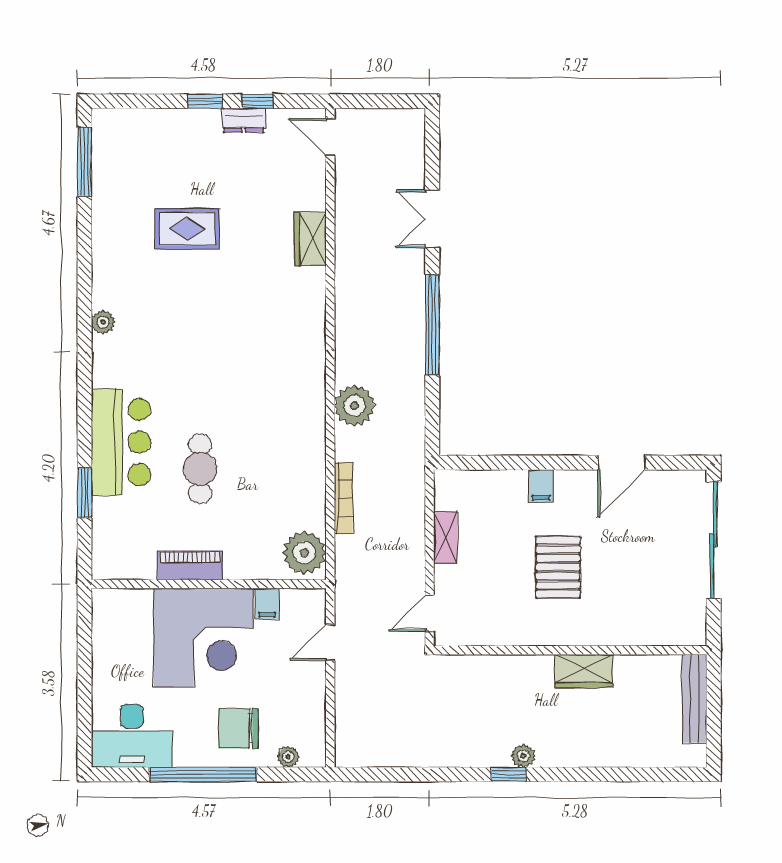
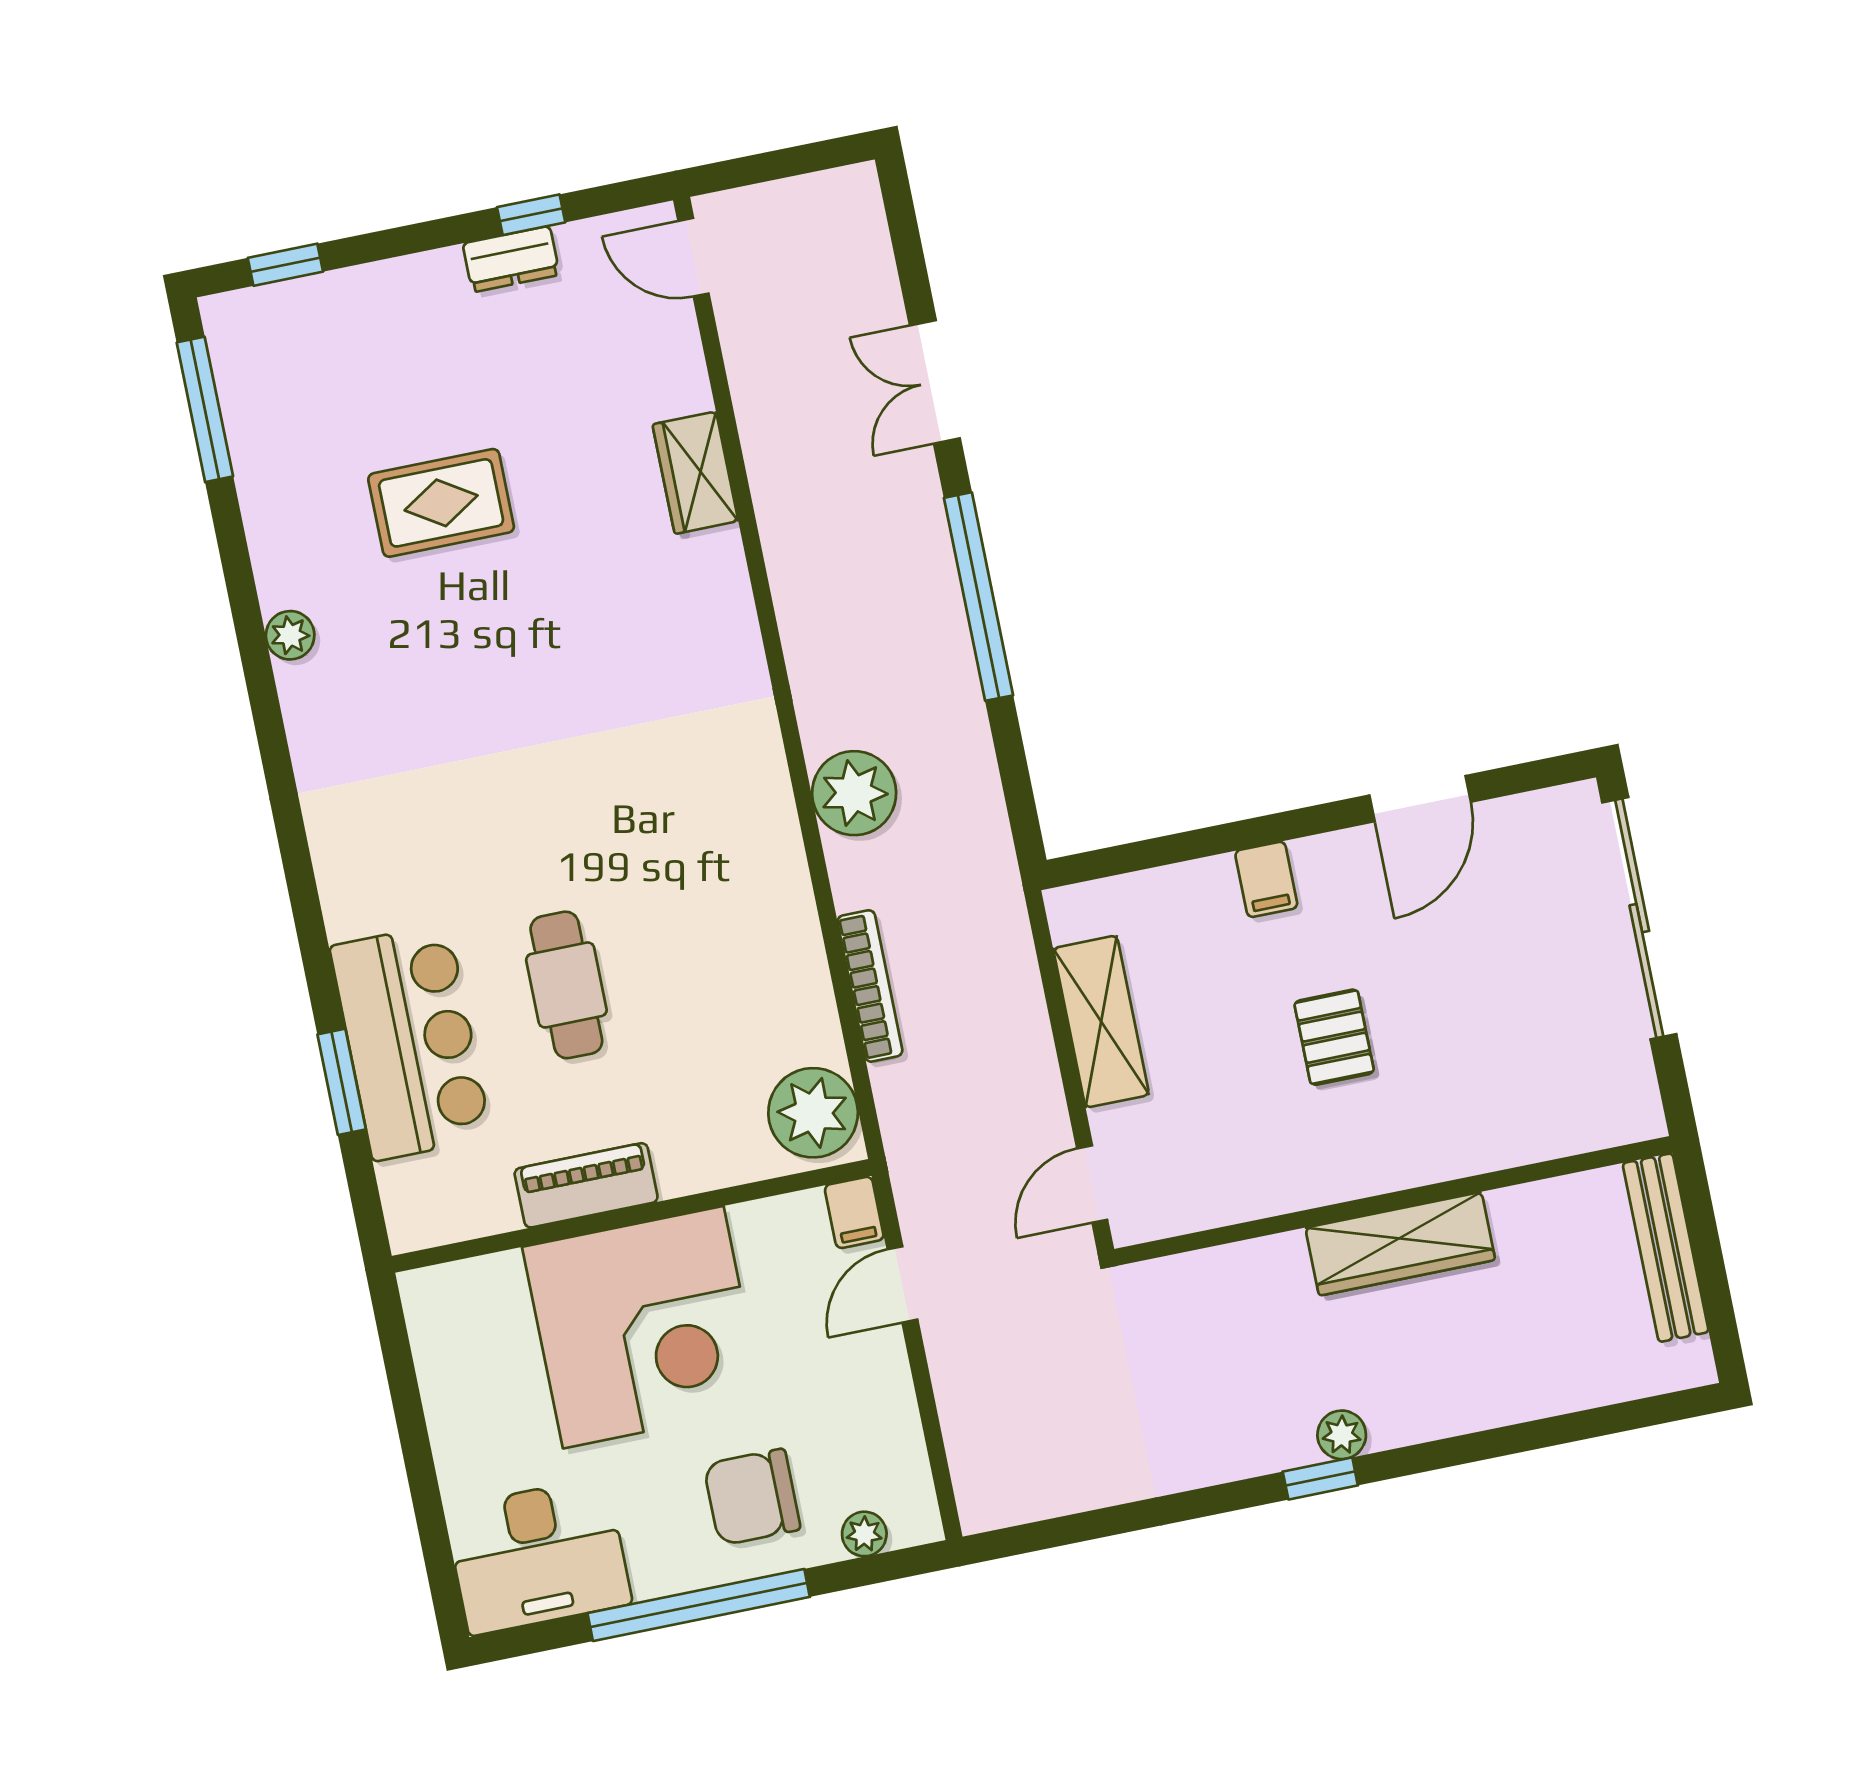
window: (205, 101) -> (285, 265), moved
plant: (103, 322) -> (290, 635), moved
bar counter: (121, 442) -> (411, 1042), moved
shelving: (445, 537) -> (1101, 1022), width x1.50, depth x1.33
pallet: (558, 567) -> (1334, 1037), width x0.67, depth x0.71
filing cabinet: (267, 604) -> (854, 1212), moved
wardrobe: (584, 671) -> (1400, 1244), width x1.50

